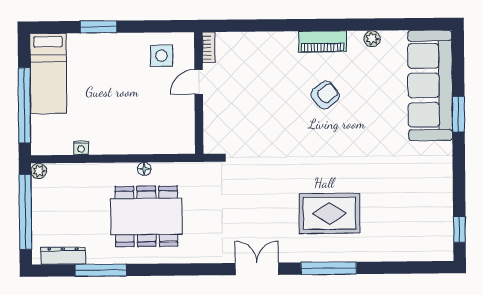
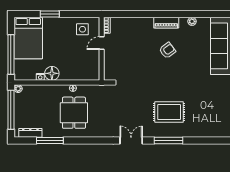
bed: (48, 74) -> (28, 38), width x1.50
floor lamp: (104, 141) -> (52, 73), added
dining table: (146, 216) -> (74, 113), width x0.73

